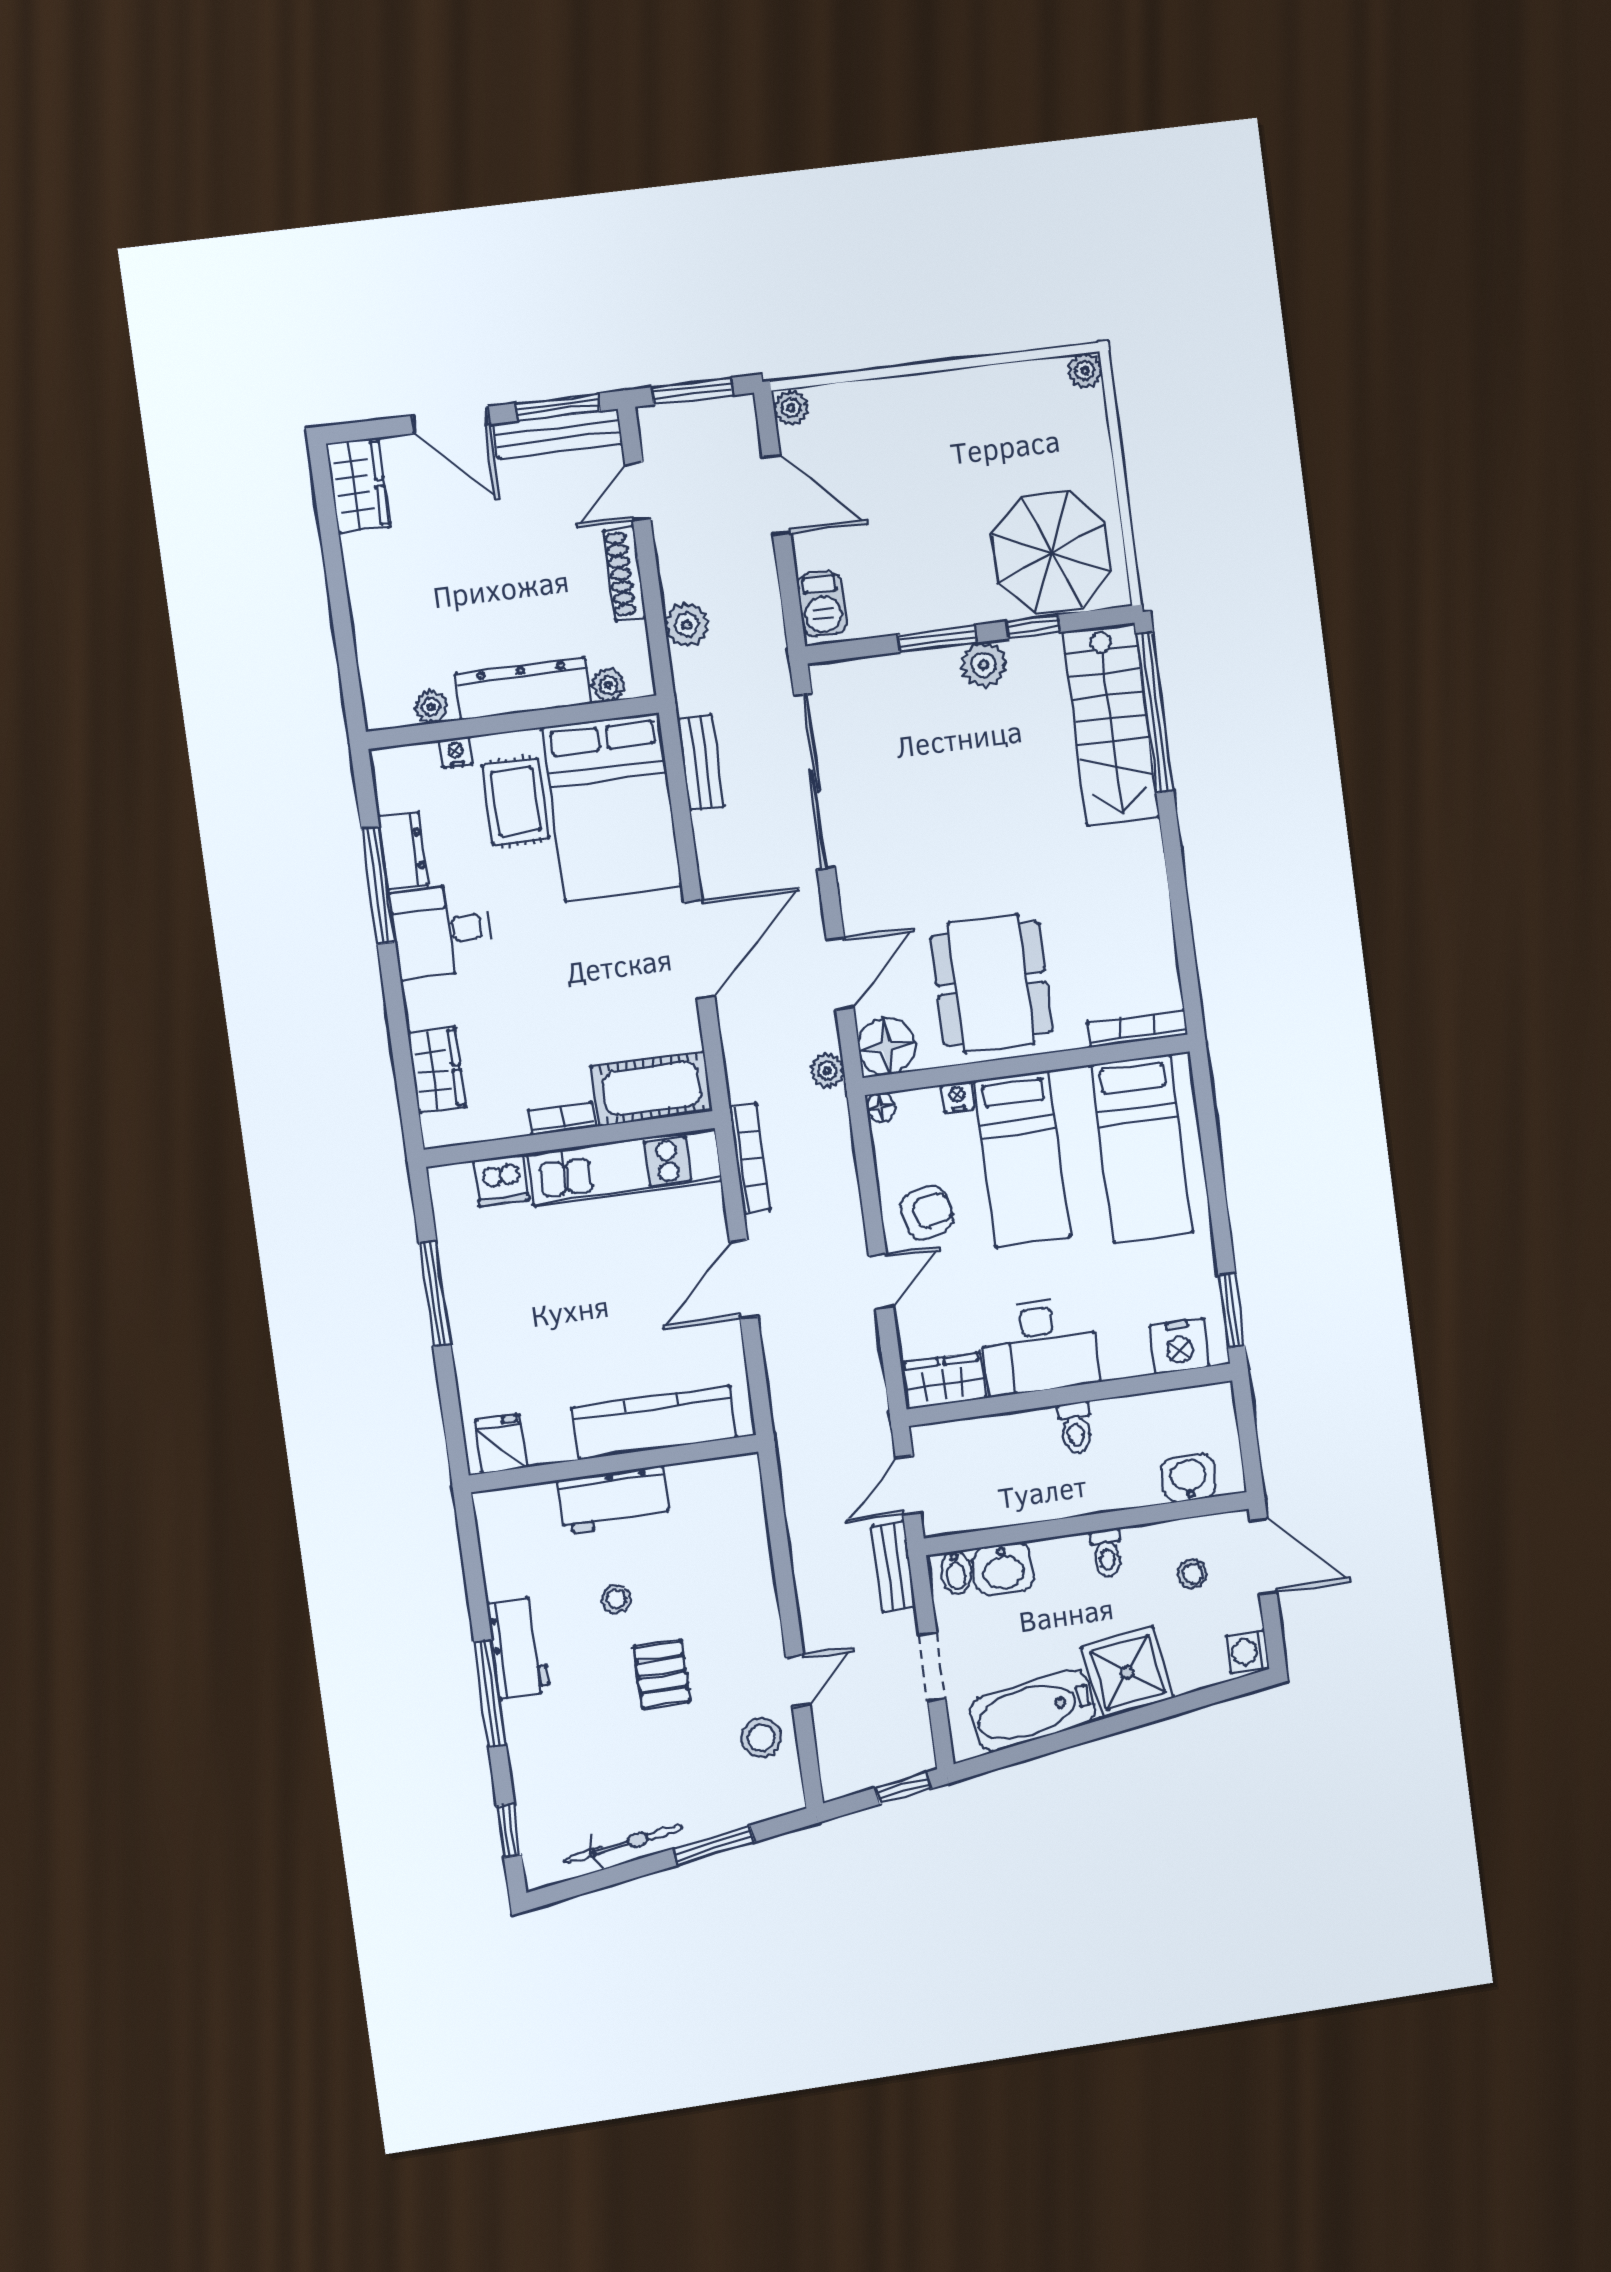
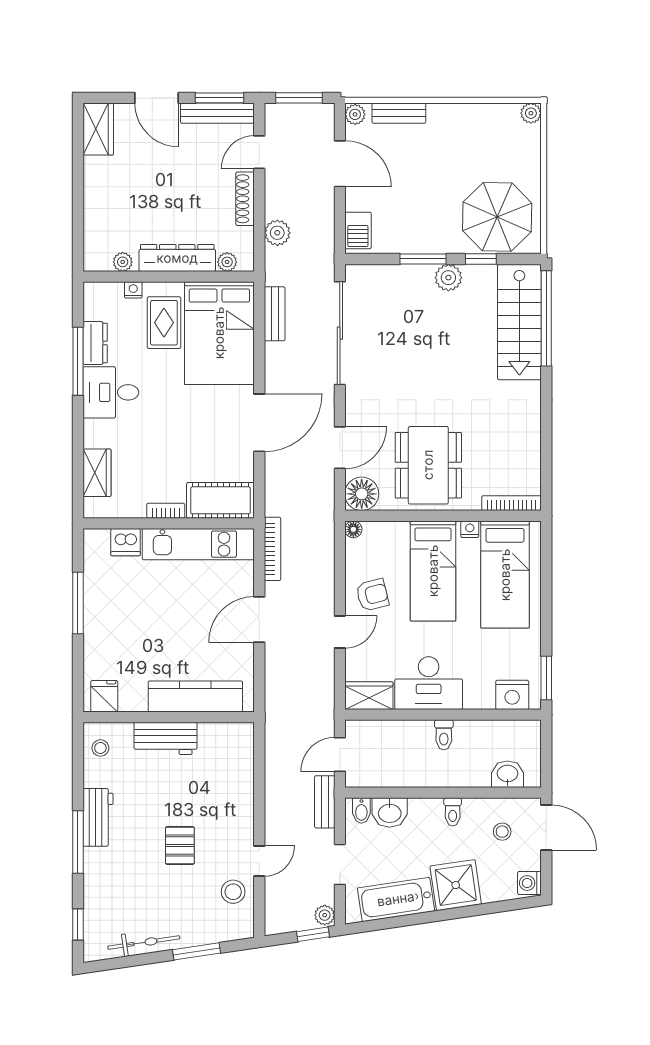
bench: (864, 397) -> (399, 113), added
plant: (827, 1070) -> (325, 915), moved
nightstand: (957, 1097) -> (470, 529), moved
stool: (616, 1599) -> (100, 748), moved

